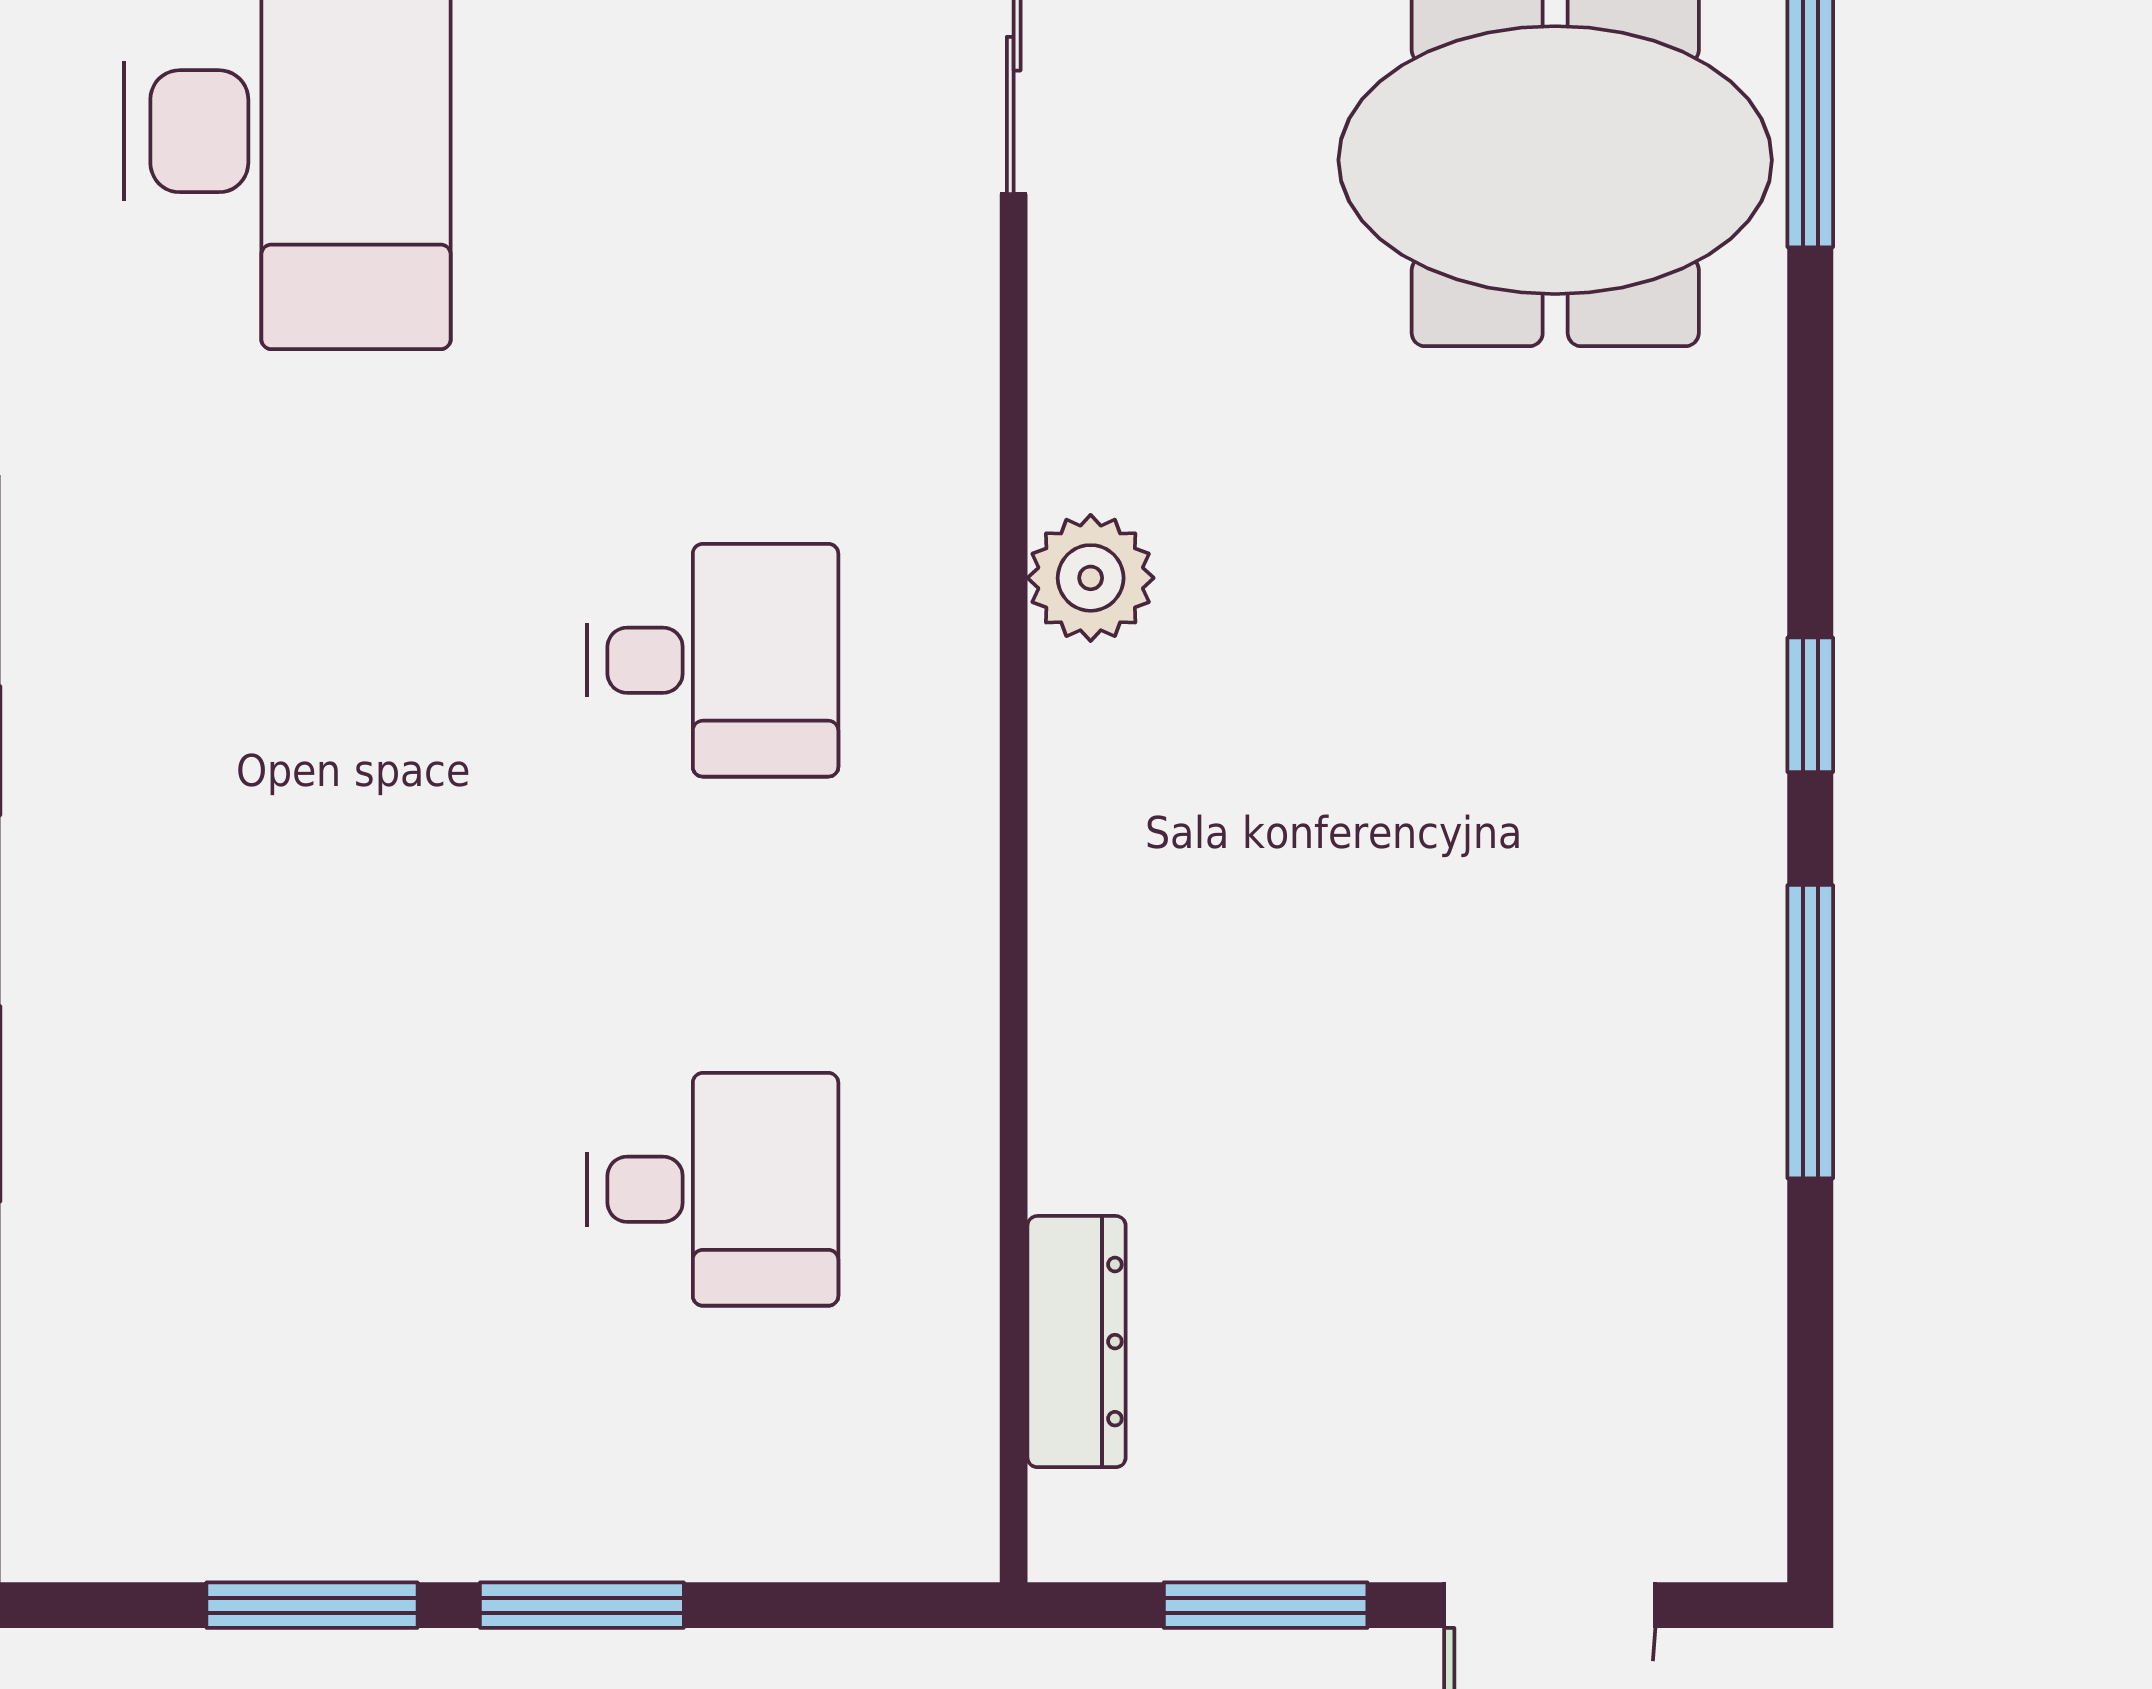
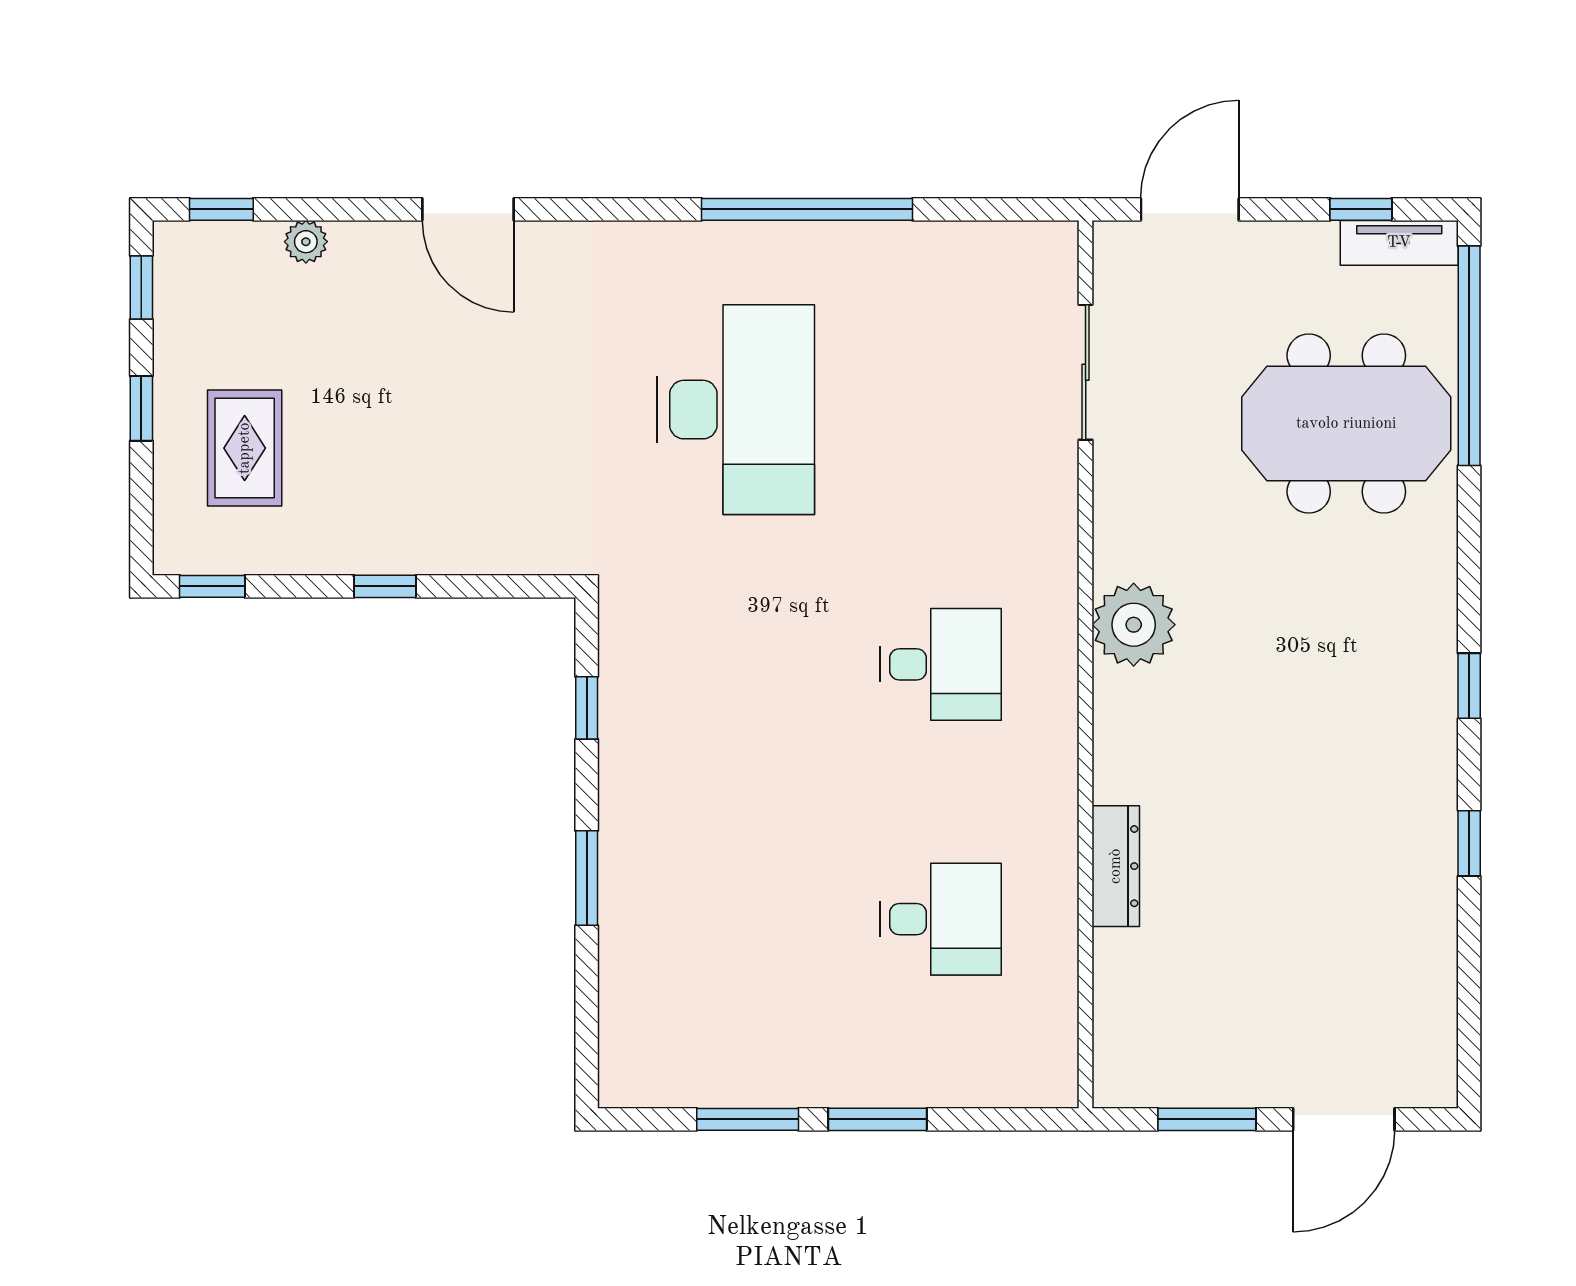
plant: (1091, 578) -> (1134, 625), width x1.36, depth x1.36
window: (1810, 1032) -> (1469, 843), width x0.46
dresser: (1077, 1342) -> (1116, 866), moved

